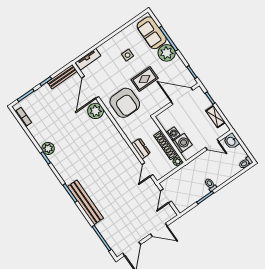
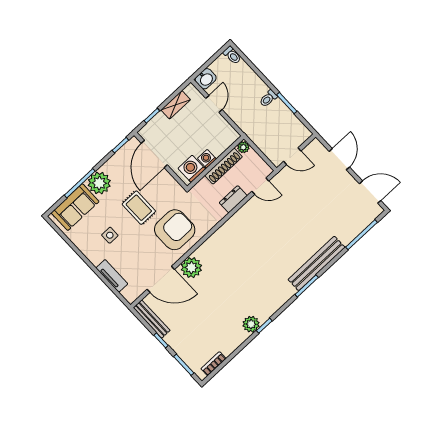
tv unit: (88, 59) -> (112, 276), moved
washing machine: (182, 143) -> (192, 169), moved

